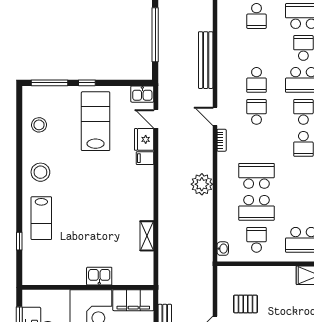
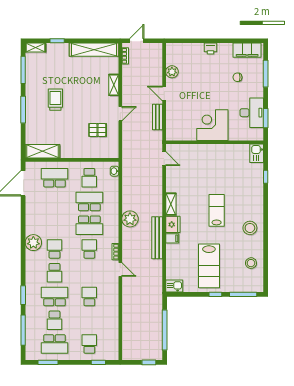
bench: (206, 60) -> (157, 238), moved
school desk: (257, 112) -> (89, 249), moved, turned 180
door: (156, 119) -> (164, 159), moved
fridge: (144, 139) -> (173, 224), moved
lab bench: (41, 218) -> (217, 210), moved
shelving: (147, 236) -> (171, 204), moved
kitchen sink: (99, 276) -> (257, 153), moved, turned 90
filing cabinet: (133, 300) -> (181, 133), removed

